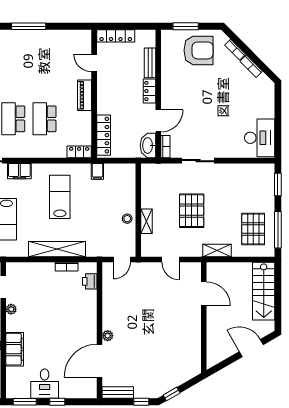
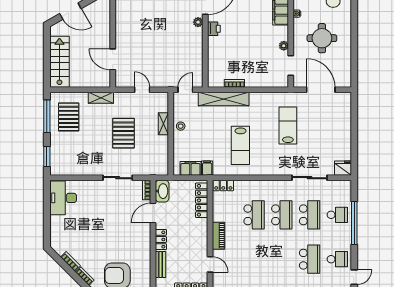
filing cabinet: (19, 171) -> (190, 168), moved
shelving: (57, 249) -> (224, 99), moved
printer: (90, 281) -> (214, 29), moved

